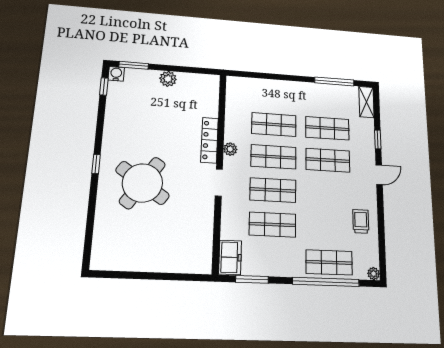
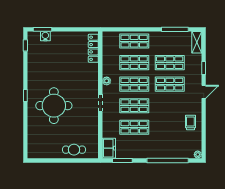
water cooler: (116, 74) -> (45, 36), moved
plant: (168, 79) -> (65, 37), removed
locker: (210, 140) -> (93, 48), moved
round table: (142, 183) -> (54, 106), turned -34
cafe table: (171, 258) -> (74, 150), added
shop shelf: (329, 262) -> (134, 41), moved

